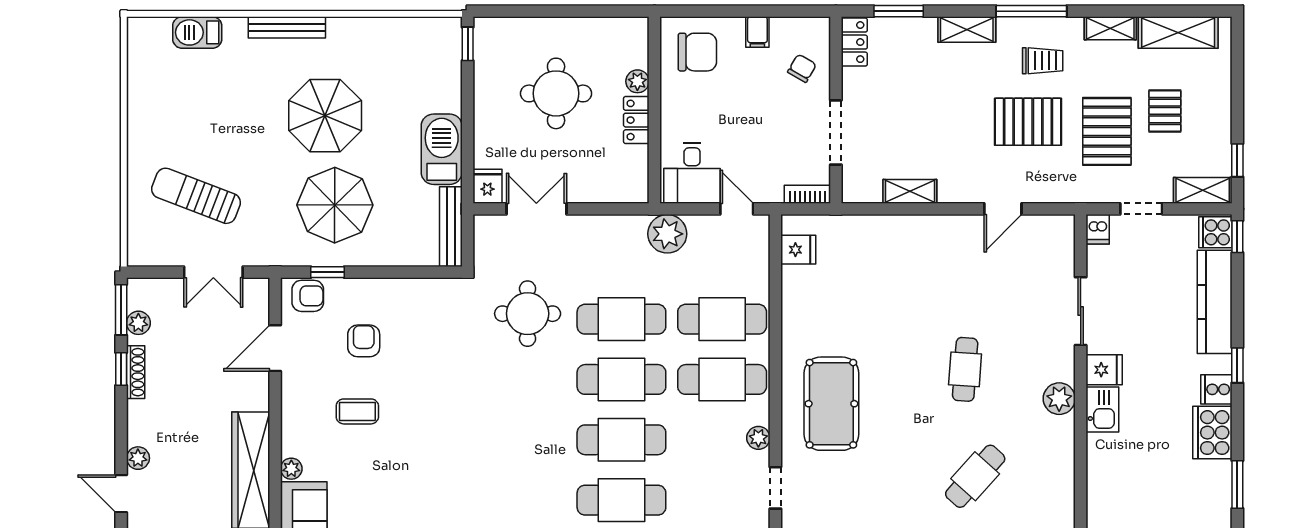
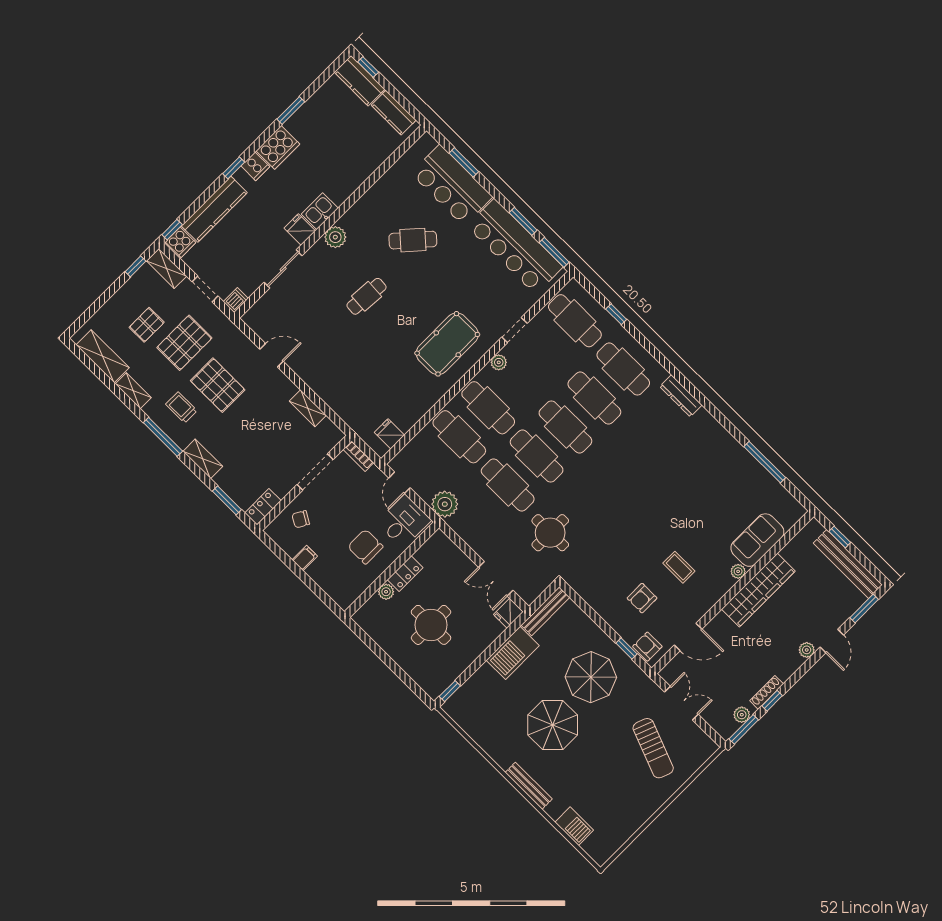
chair: (697, 52) -> (365, 547), moved

